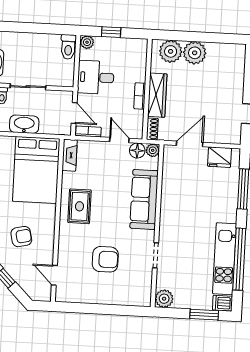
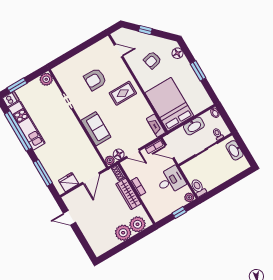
sofa: (144, 199) -> (96, 129), width x0.73
rug: (80, 206) -> (123, 93), moved, turned 90

